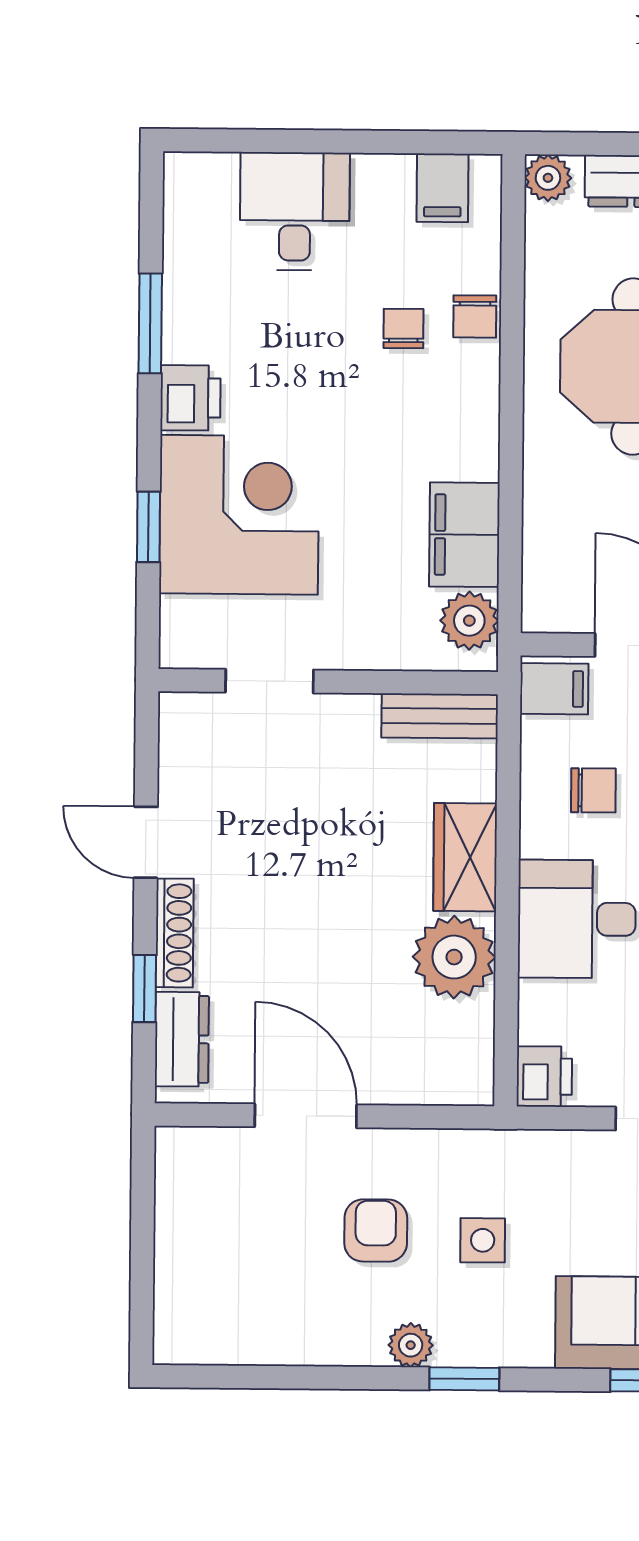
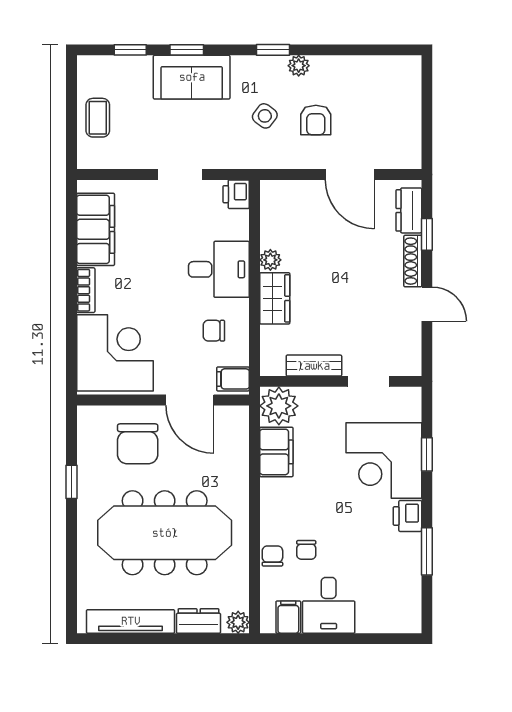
desk: (295, 211) -> (329, 605), moved
plant: (469, 621) -> (279, 406), width x1.36, depth x1.36
bench: (440, 716) -> (314, 366), moved
plant: (454, 957) -> (270, 260), width x0.53, depth x0.53
side table: (483, 1240) -> (265, 116), turned 37

